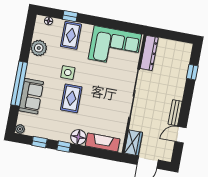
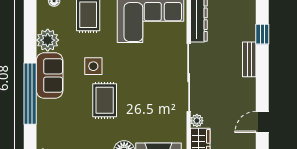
sofa: (31, 96) -> (50, 76), moved
bench: (175, 113) -> (249, 59), moved
plant: (134, 125) -> (197, 121), added

